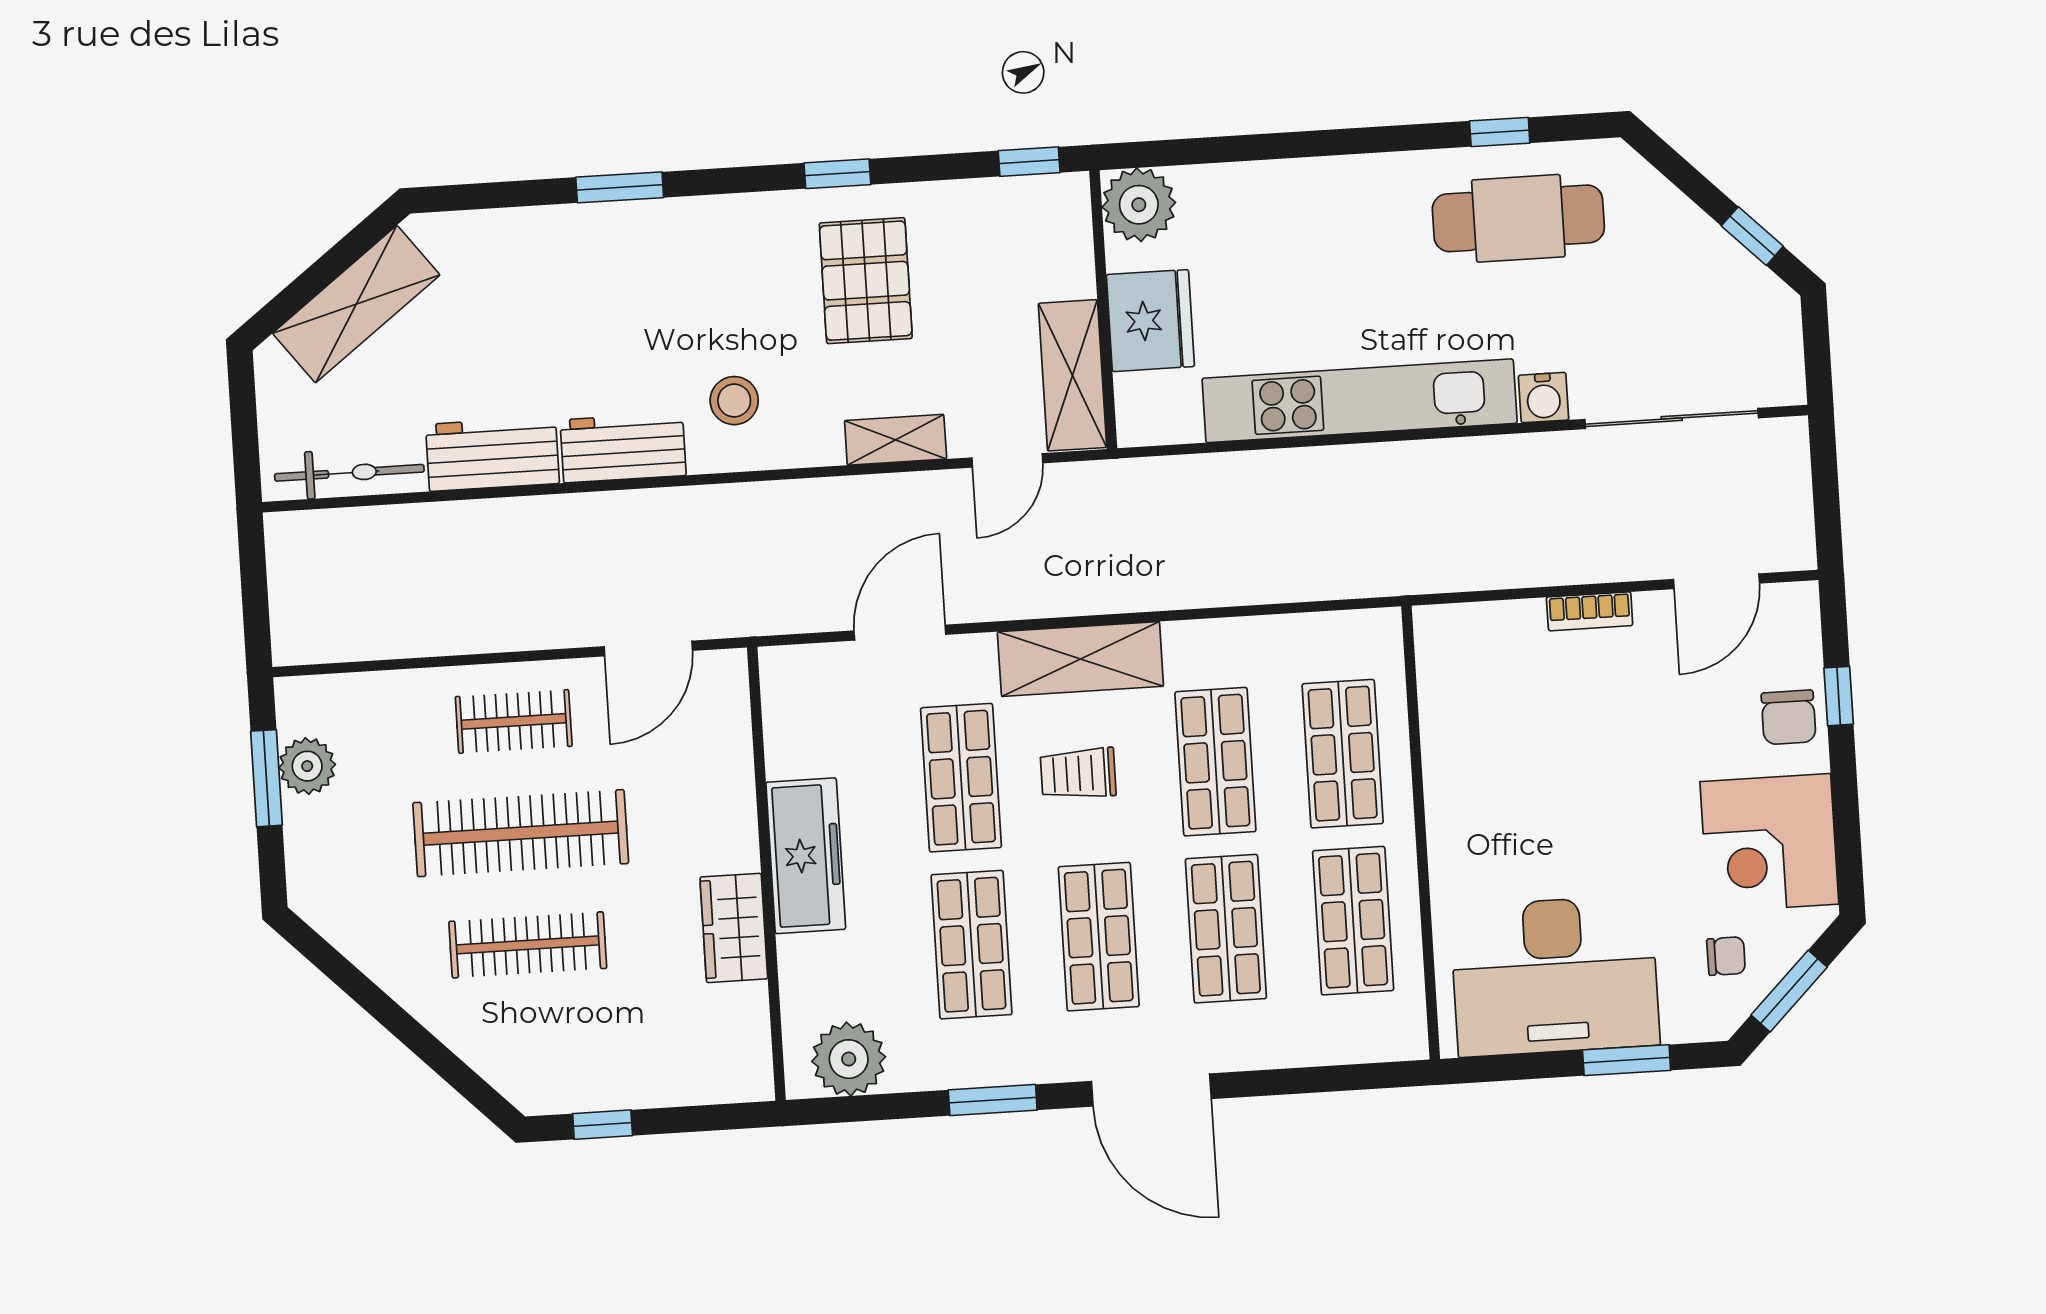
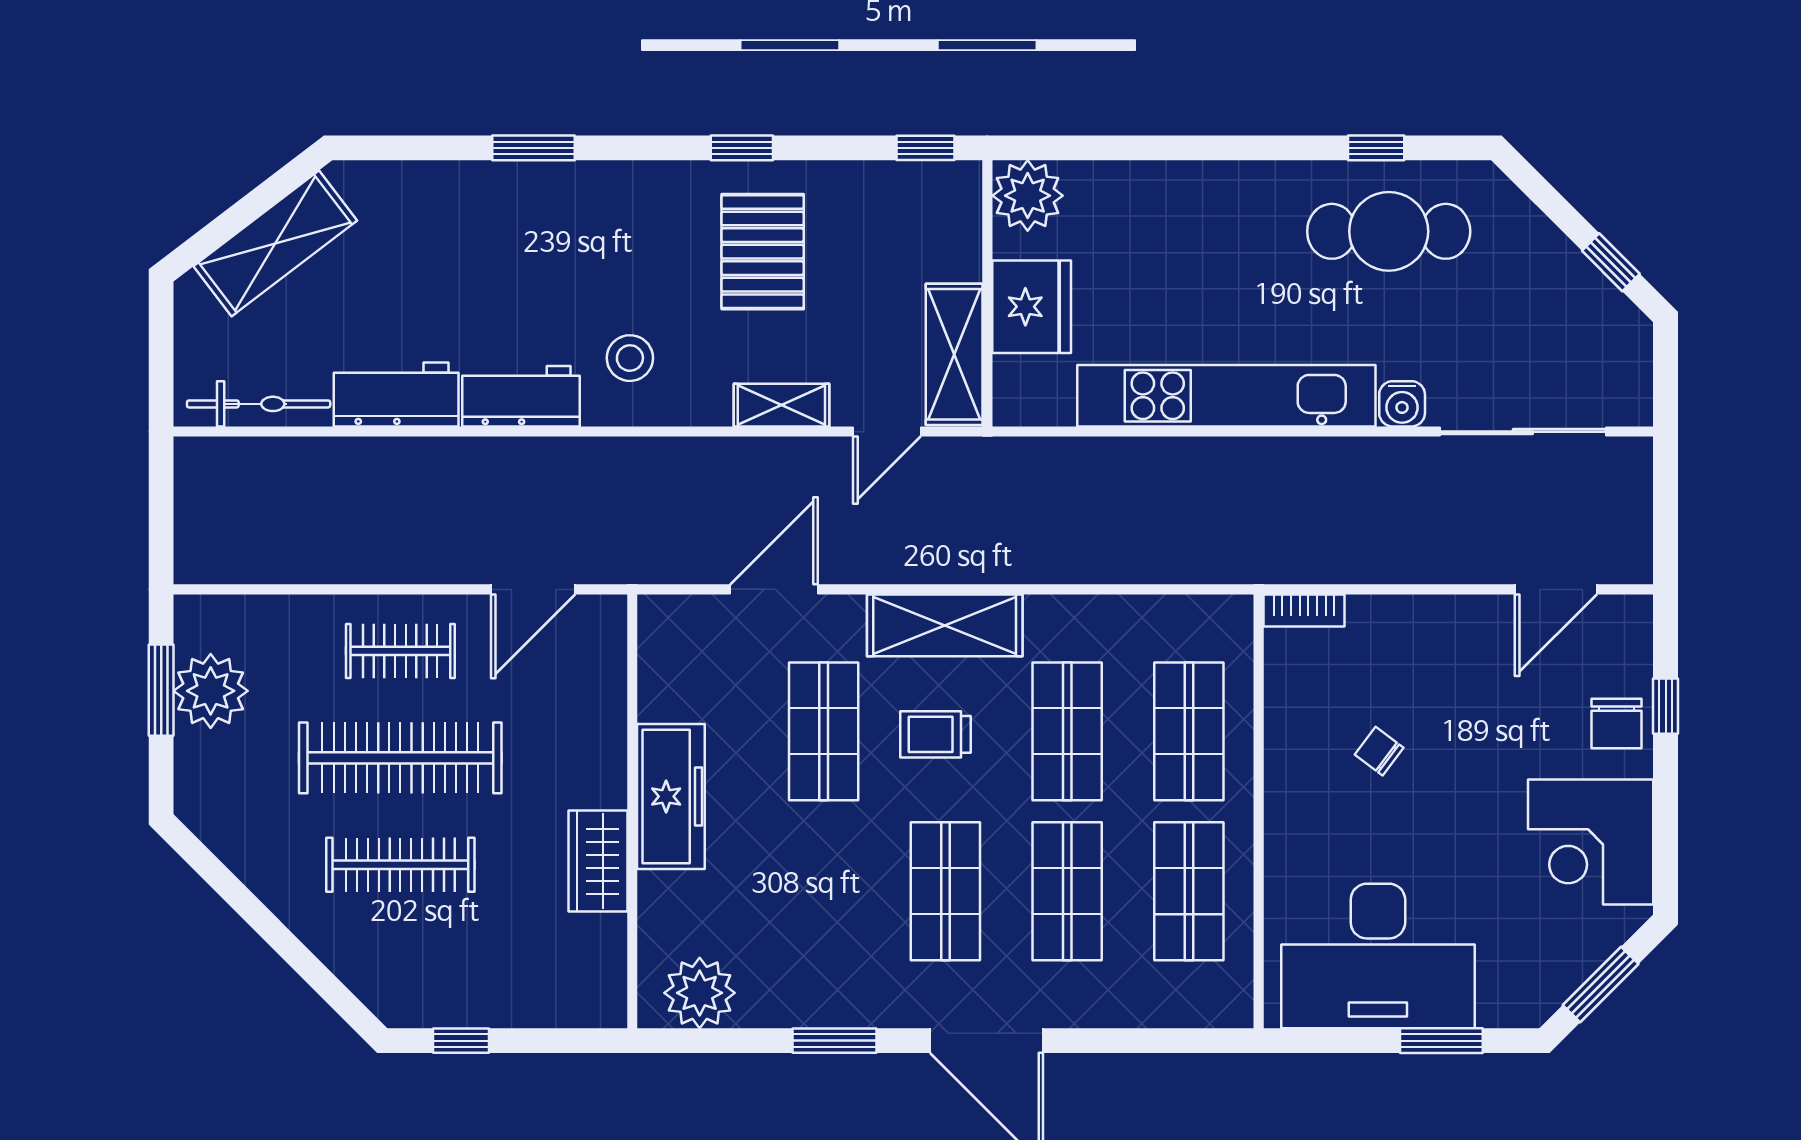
bookcase: (1590, 611) -> (1304, 610), moved
plant: (307, 766) -> (211, 691), width x1.36, depth x1.36
shop shelf: (972, 945) -> (824, 891), removed
chair: (1726, 956) -> (1379, 751), moved, turned -143

